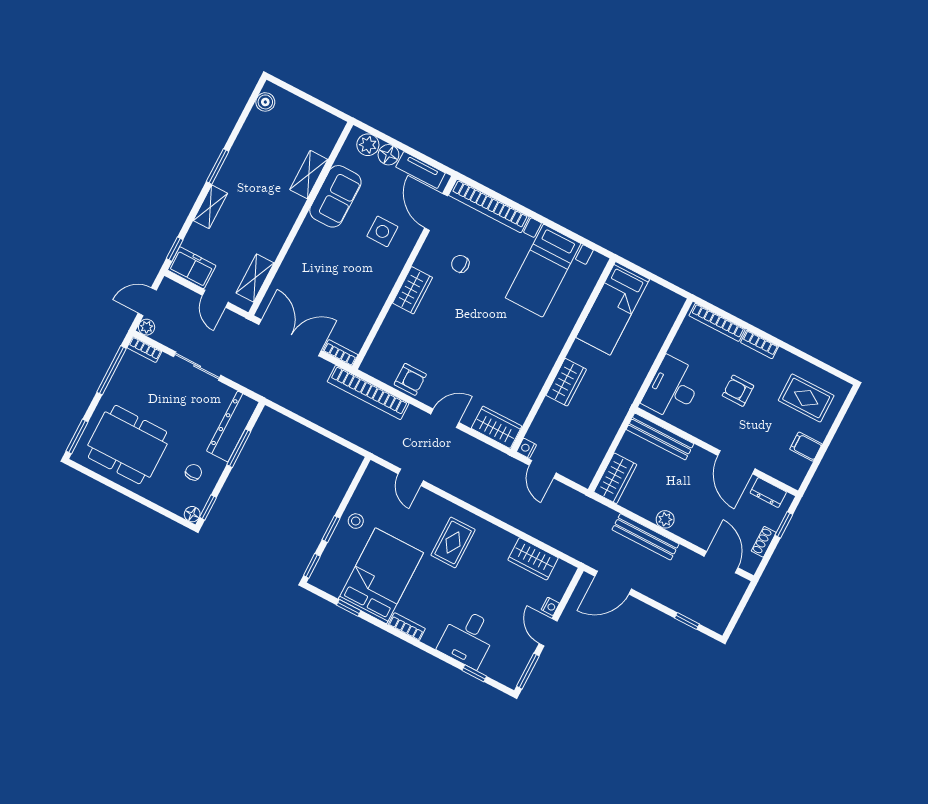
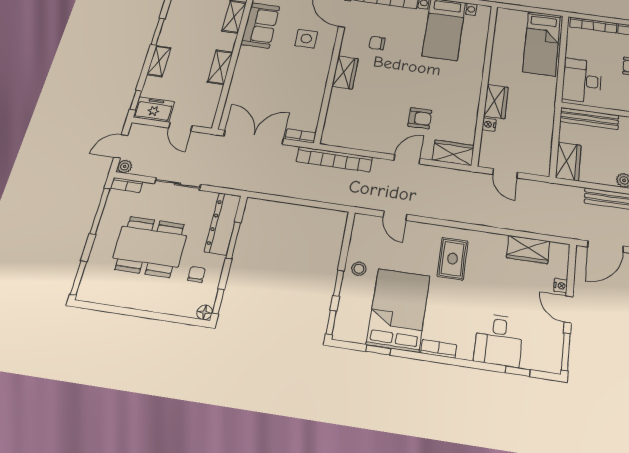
shelving: (255, 278) -> (220, 67), moved
bed: (613, 308) -> (542, 43), moved
armchair: (410, 379) -> (420, 118), moved
dining table: (127, 445) -> (150, 247), moved
nightstand: (526, 448) -> (489, 124), moved

